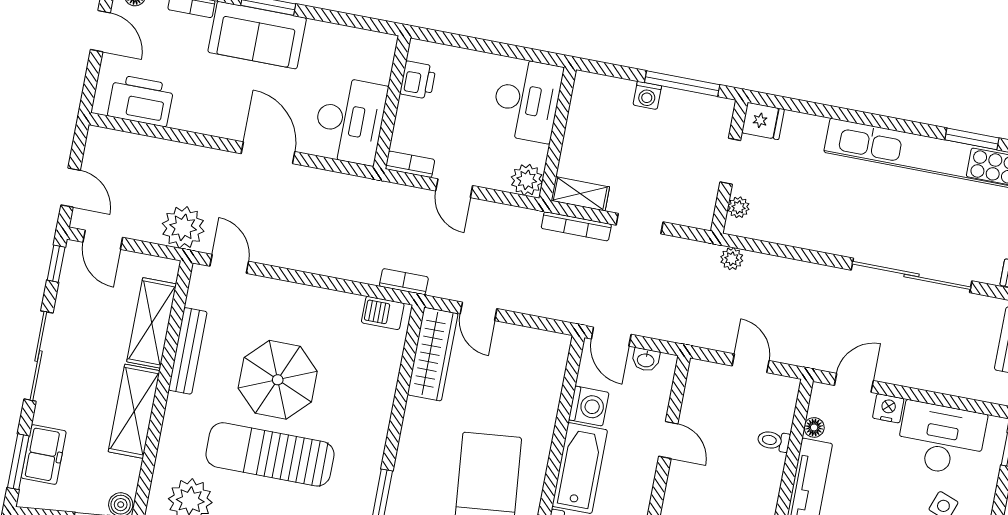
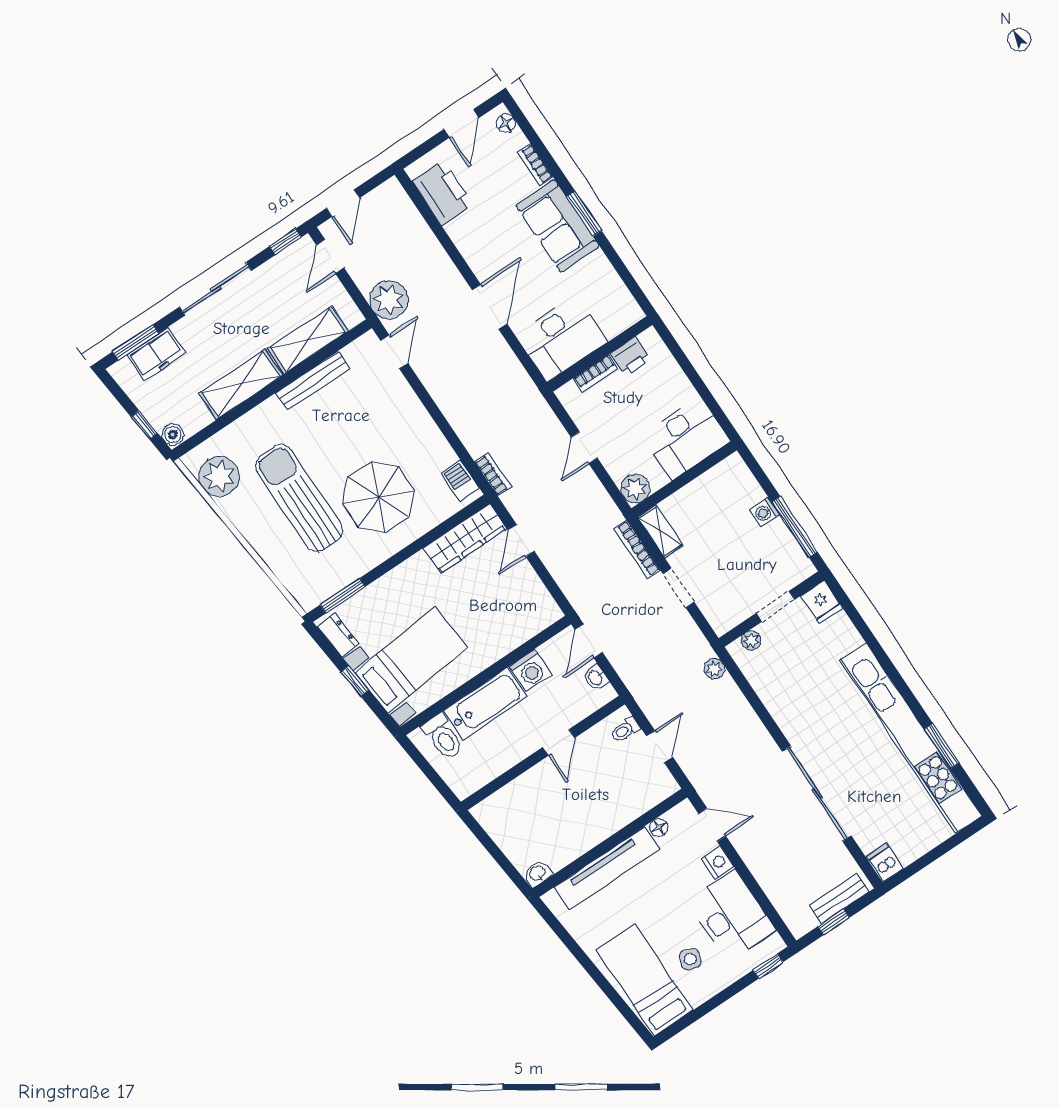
bookcase: (410, 164) -> (595, 373), moved, turned 90
parasol: (278, 380) -> (378, 497), moved
toilet: (774, 441) -> (625, 730), moved, turned -90

